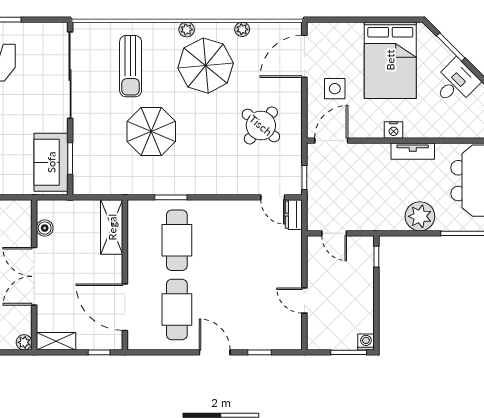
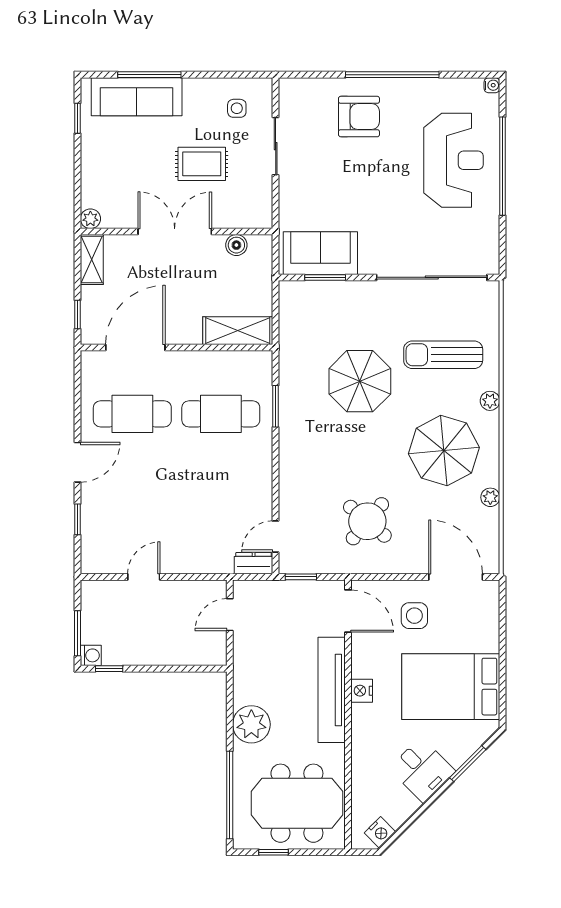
plant: (187, 30) -> (490, 401), moved
tv unit: (413, 151) -> (332, 690), width x1.92, depth x1.29
window: (376, 257) -> (109, 669), moved

